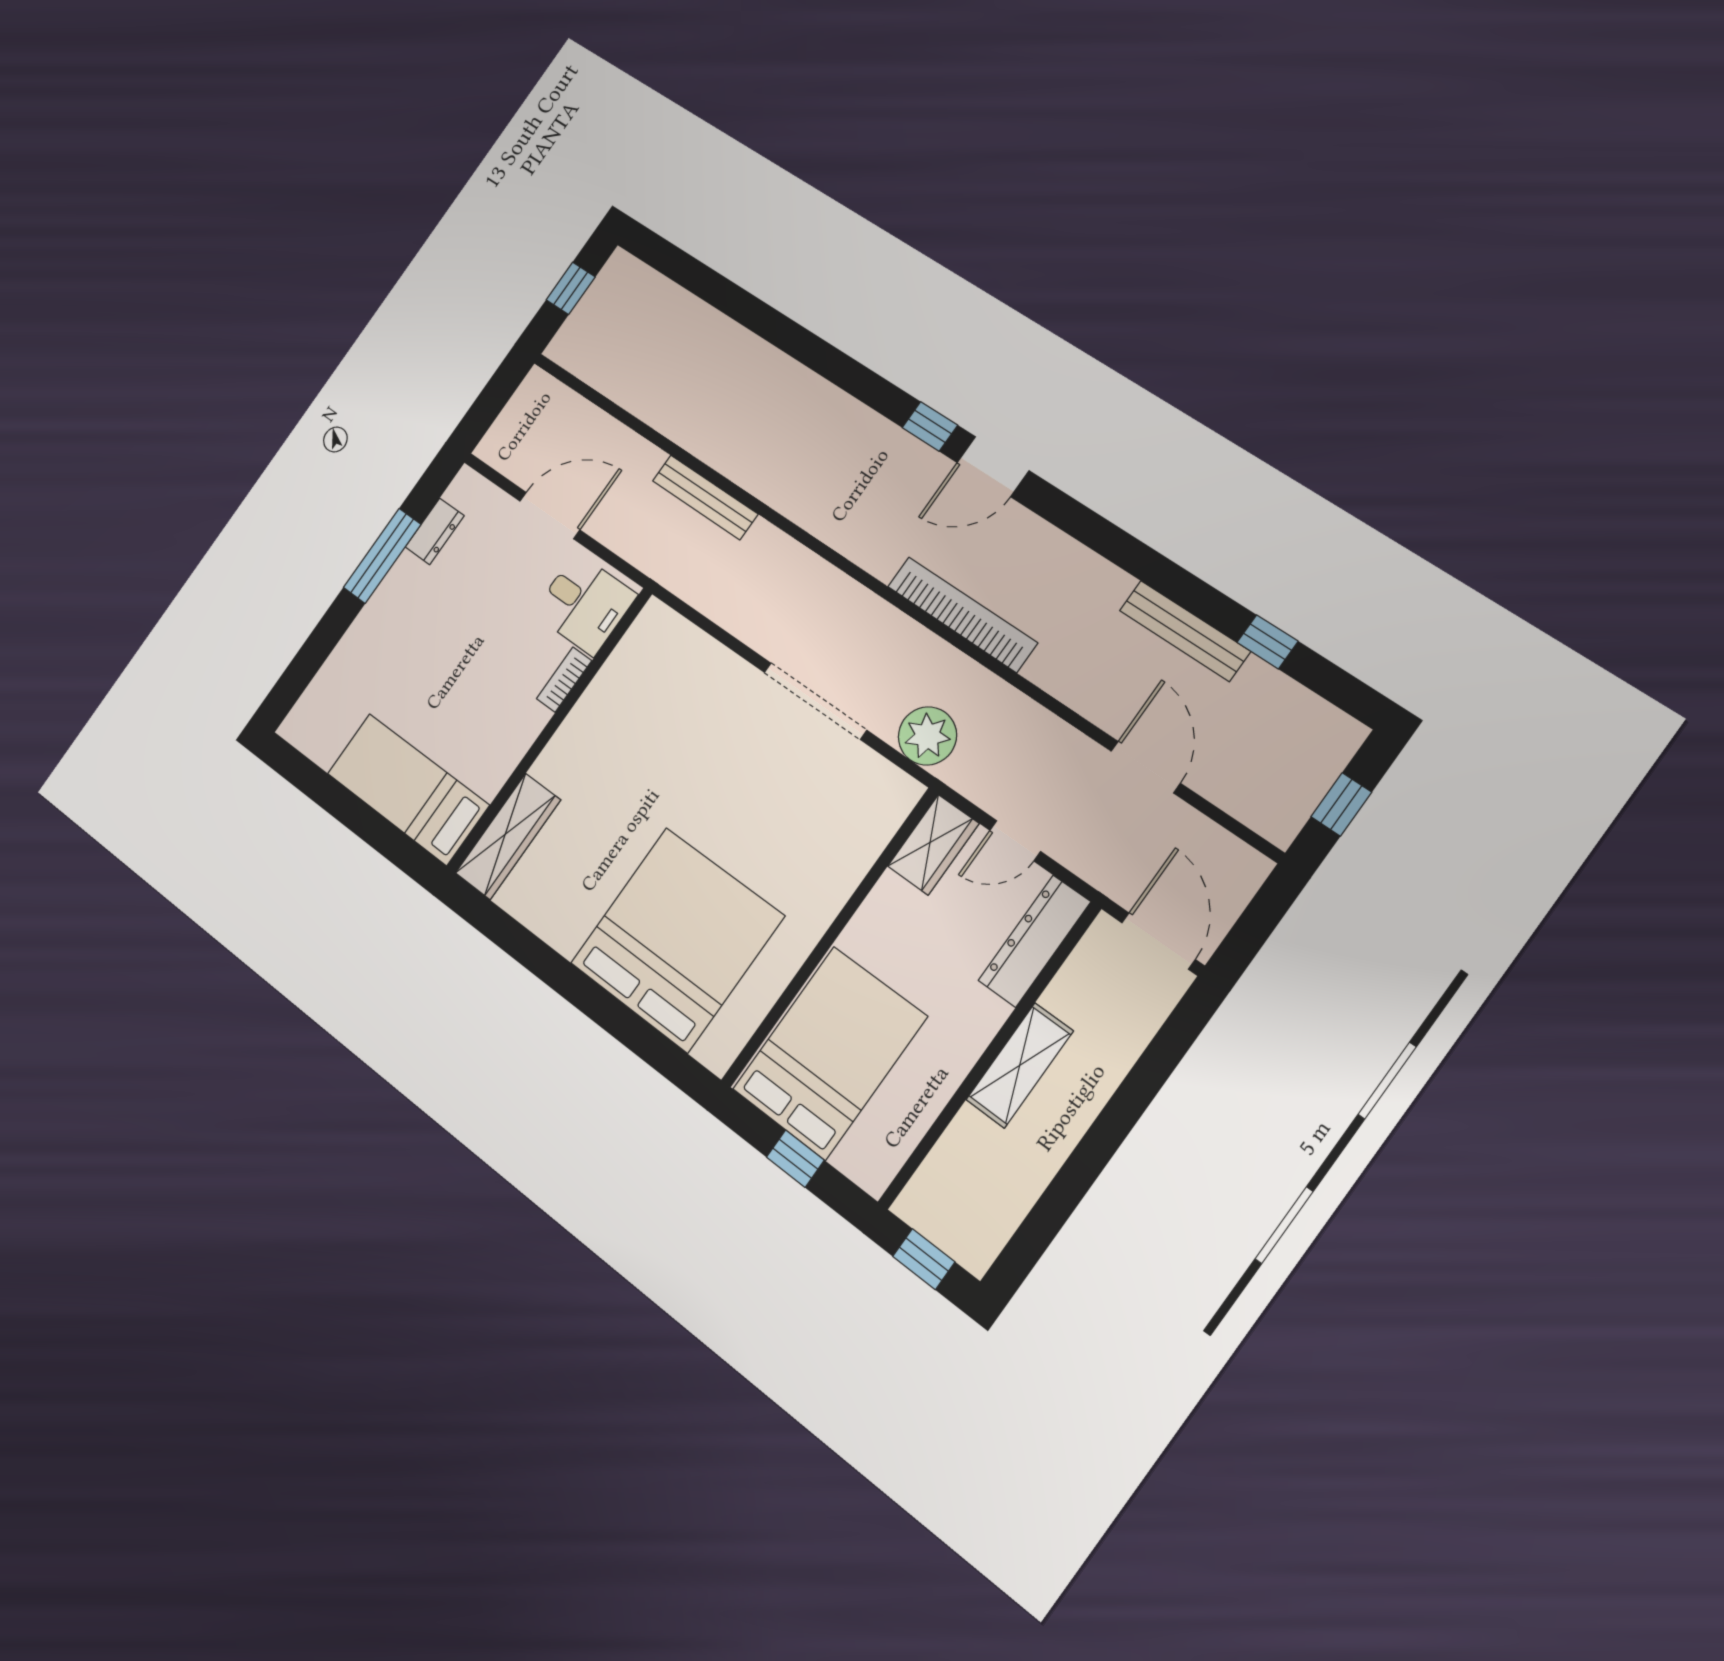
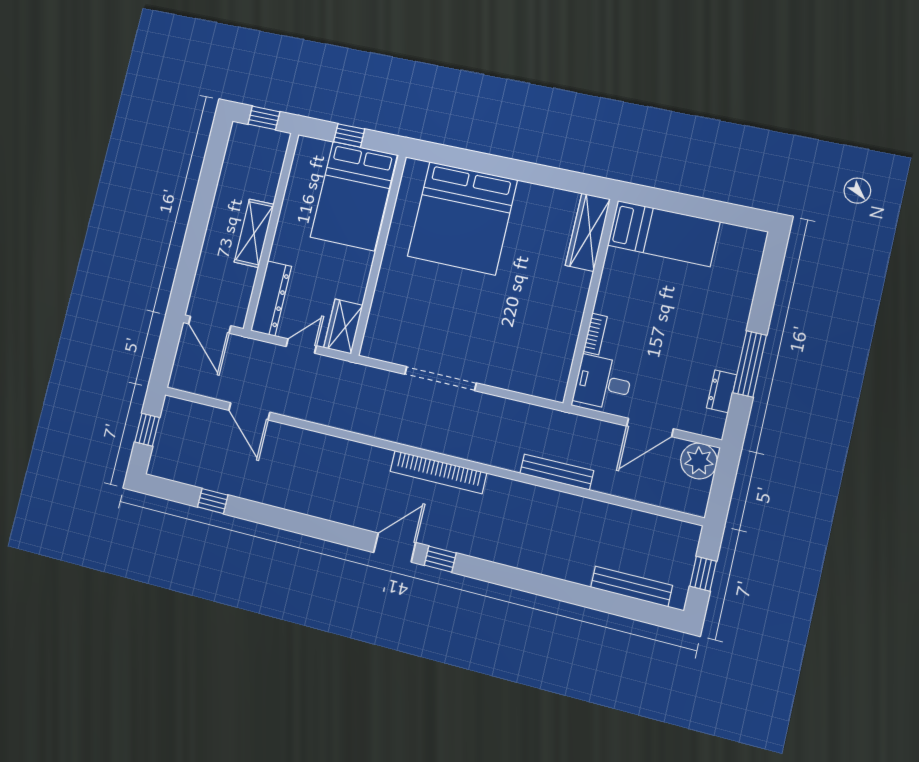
bookcase: (962, 614) -> (438, 472), moved
bench: (1185, 631) -> (631, 586), moved
plant: (927, 736) -> (699, 461), moved

